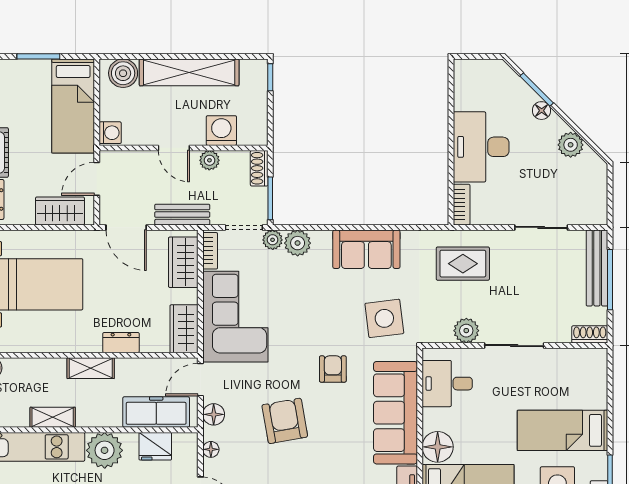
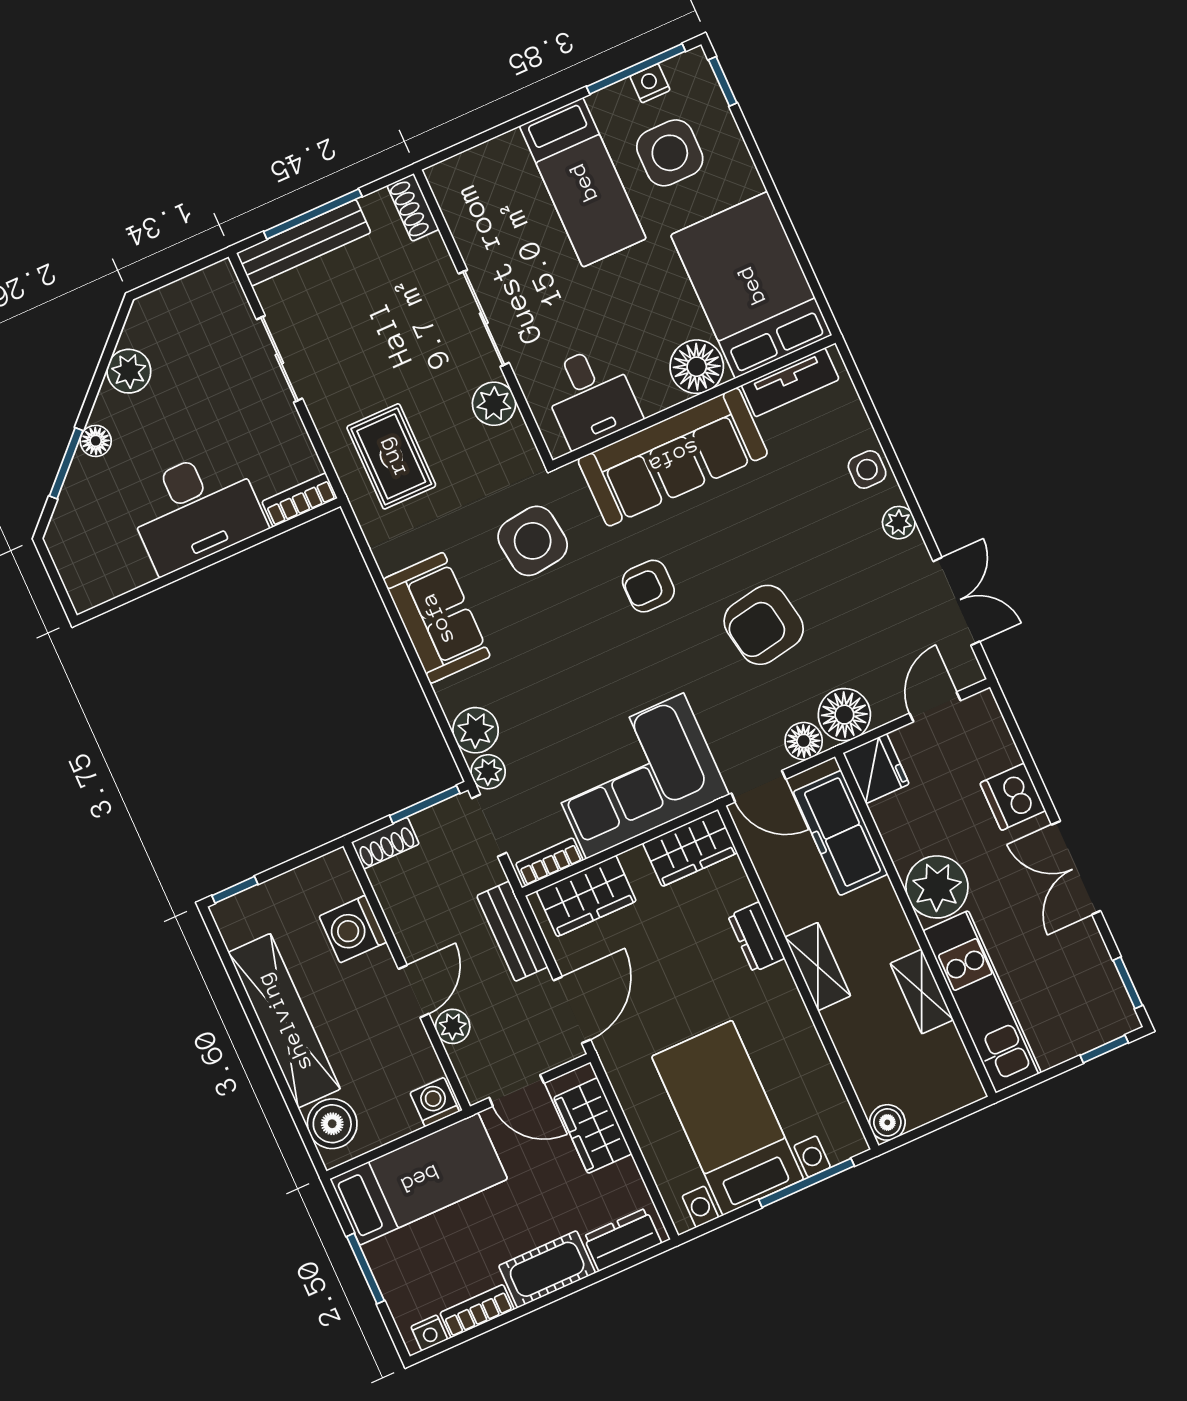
plant: (209, 160) -> (453, 1026), moved
fridge: (155, 446) -> (876, 769), moved
floor lamp: (211, 449) -> (844, 715), width x1.89, depth x1.89

